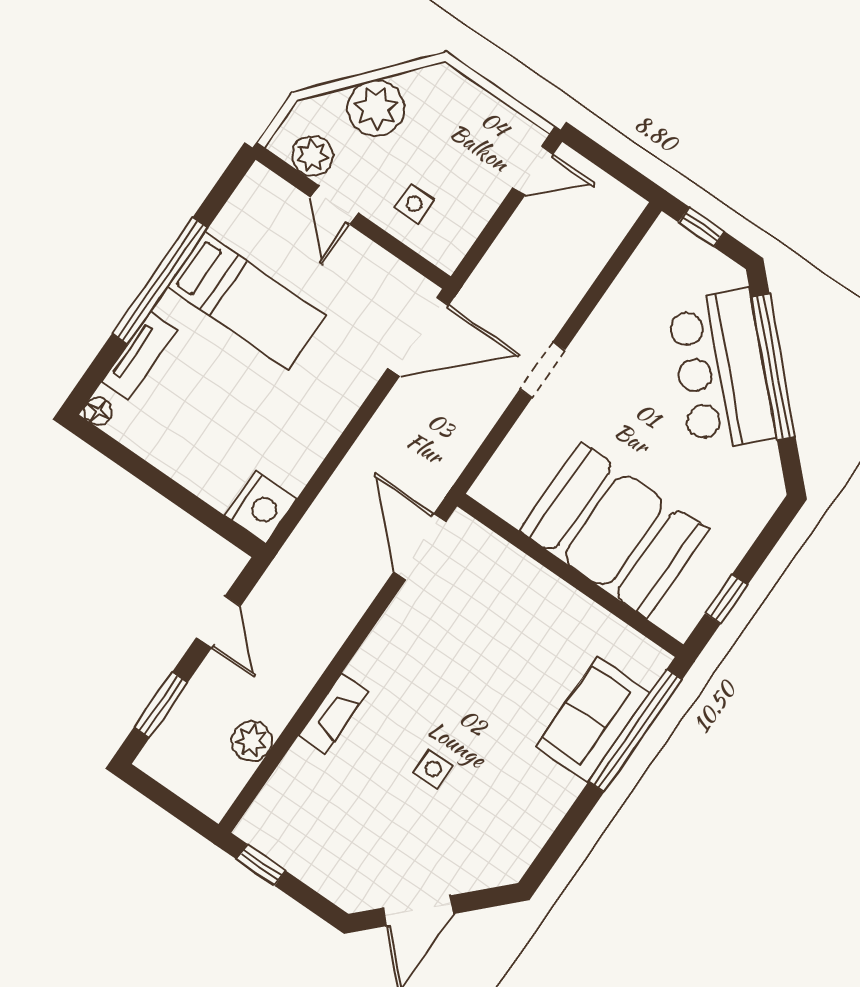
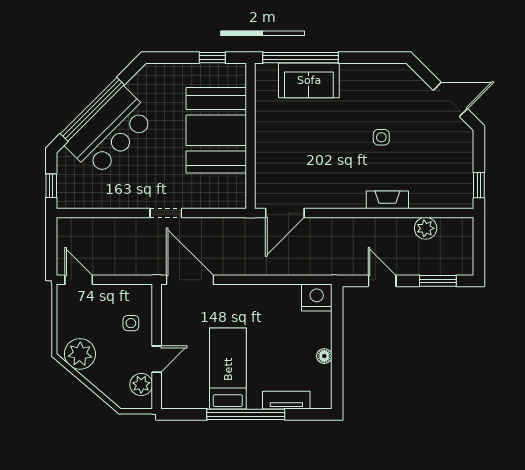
plant: (376, 108) -> (80, 354), moved
floor lamp: (98, 411) -> (324, 356), moved
door: (218, 622) -> (382, 281), hinge flipped

